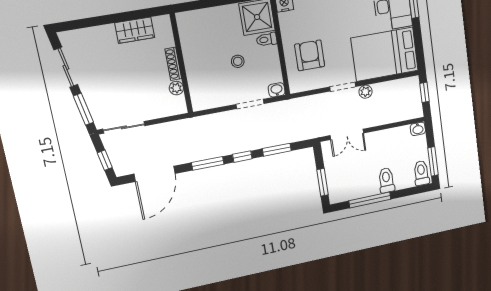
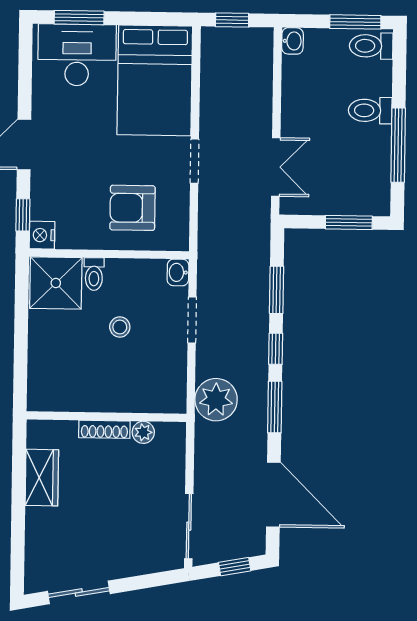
plant: (365, 92) -> (216, 400), moved, width x1.88, depth x1.88
window: (83, 109) -> (148, 581), removed

